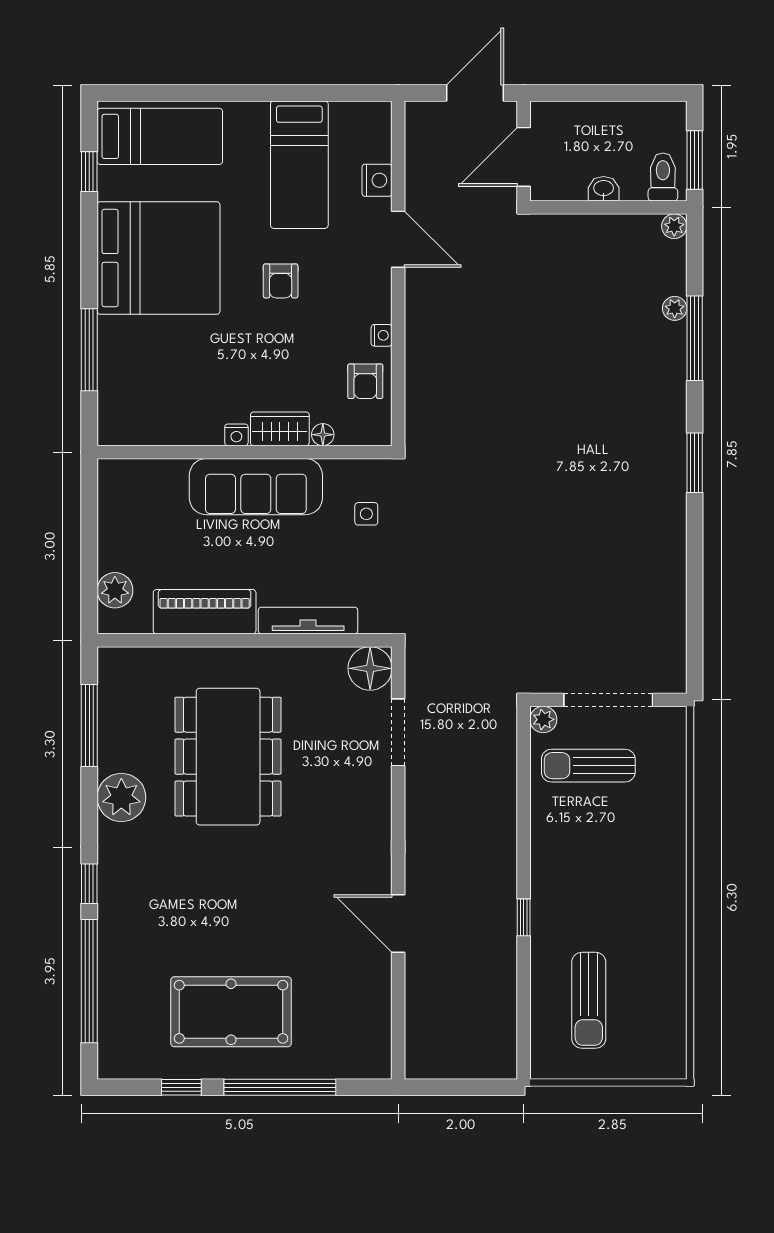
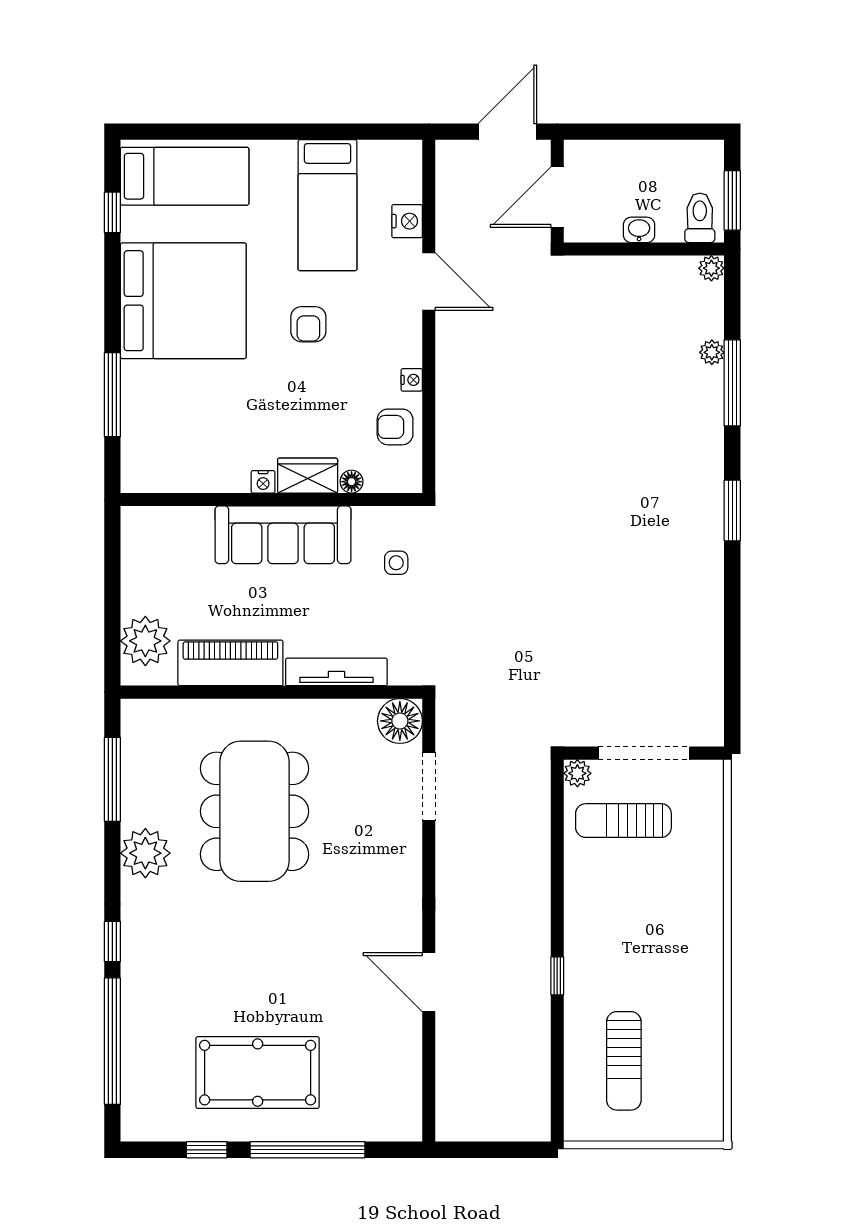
armchair: (365, 381) -> (395, 427), turned 90
plant: (115, 590) -> (145, 641), width x1.36, depth x1.36

